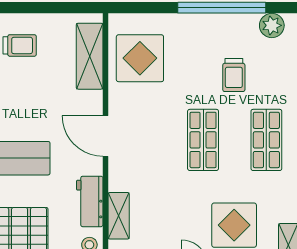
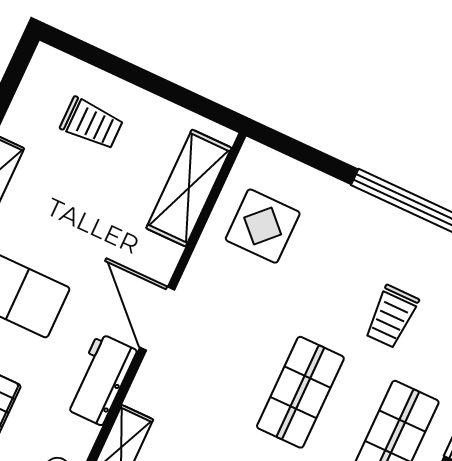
display table: (140, 58) -> (263, 226), width x0.73, depth x0.73
workbench: (90, 201) -> (100, 379), moved

